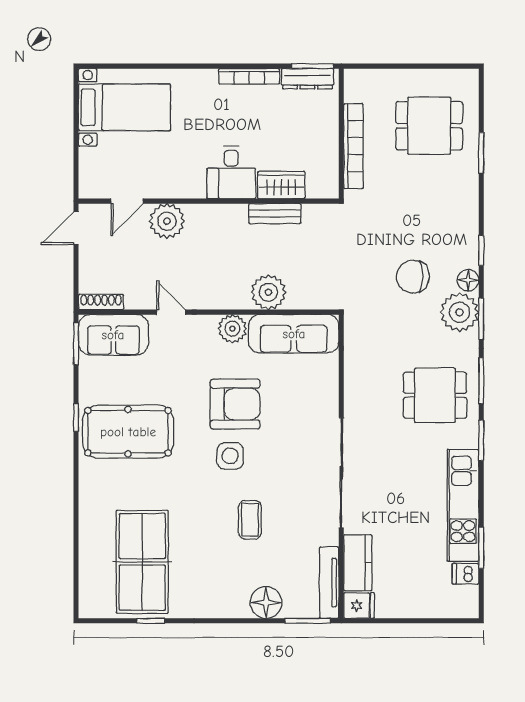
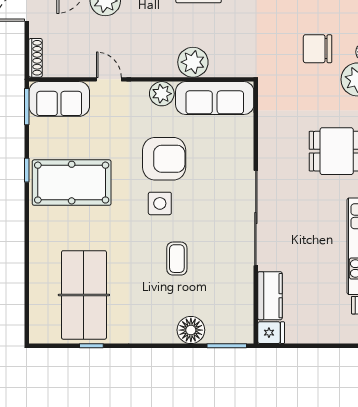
shoe rack: (101, 302) -> (36, 58), moved, turned 90
tv unit: (329, 583) -> (245, 313), removed

